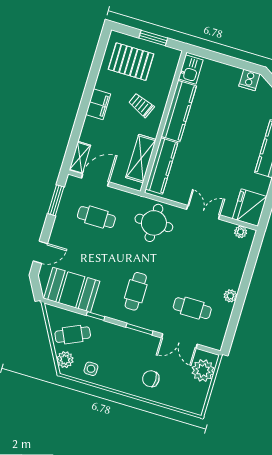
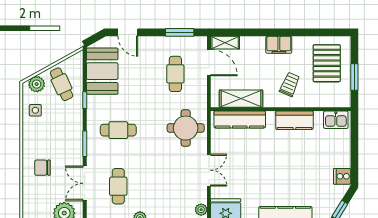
kitchen counter: (179, 111) -> (294, 120), width x0.67
chair: (151, 379) -> (43, 168), turned -90

